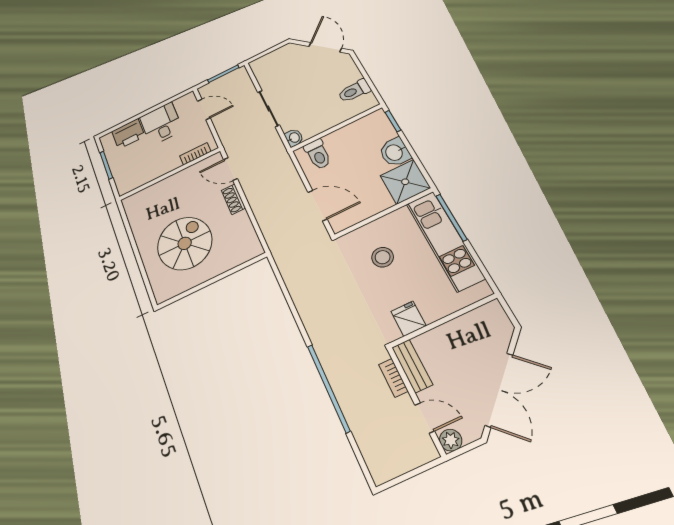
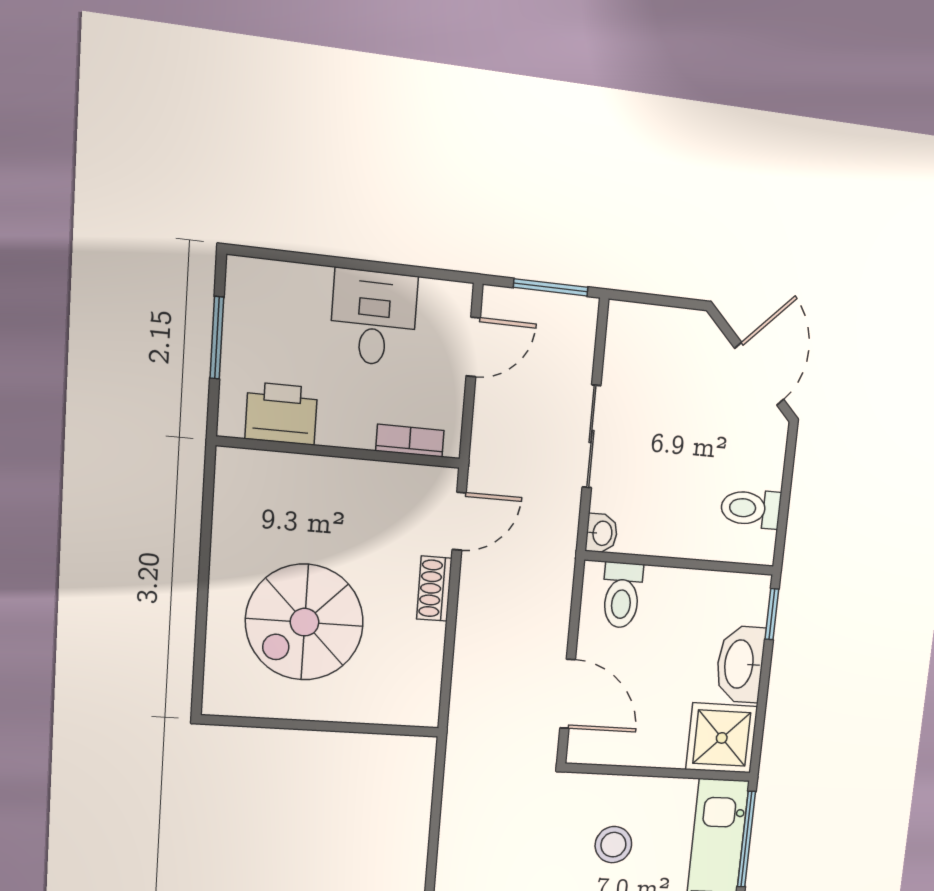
door: (204, 109) -> (473, 347), hinge flipped
printer: (128, 134) -> (281, 413), moved, turned 180
washbasin: (395, 152) -> (740, 664), width x1.38
door: (230, 169) -> (459, 521), swing flipped
spiral stairs: (185, 243) -> (305, 622), turned 180

